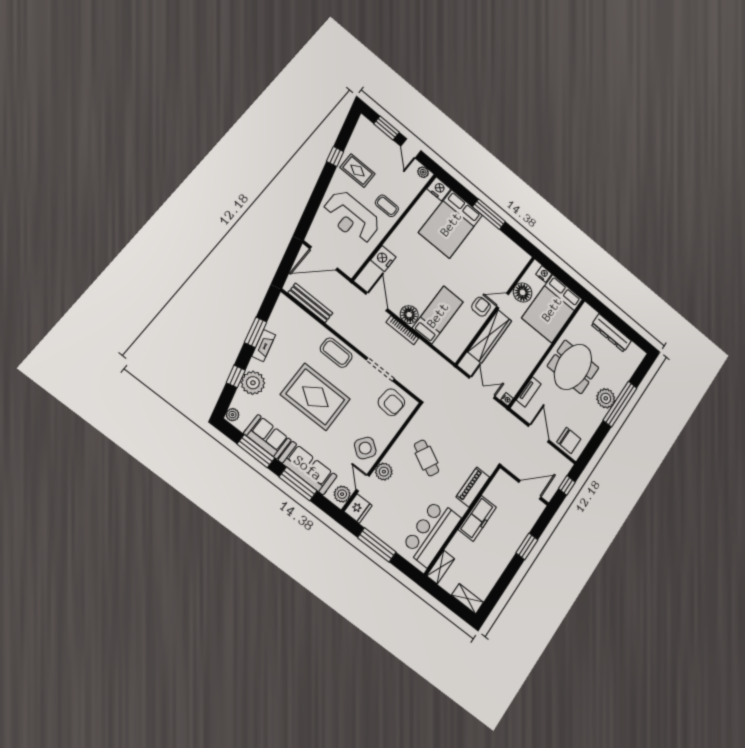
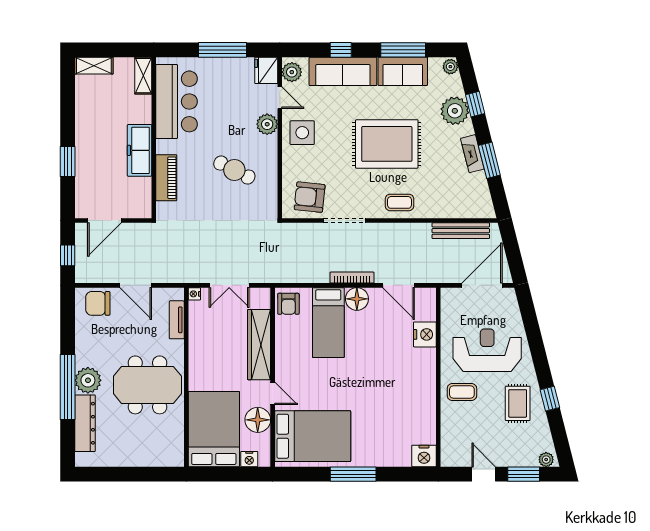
rug: (358, 171) -> (518, 403), turned 90
plant: (423, 172) -> (546, 460), moved
bed: (451, 224) -> (313, 436), moved, turned 90
door: (503, 301) -> (273, 393), hinge flipped
armchair: (481, 307) -> (288, 304), moved
dresser: (611, 333) -> (85, 423), moved, turned 90
coffee table: (336, 353) -> (399, 202), width x0.73, depth x0.77
meeting table: (573, 367) -> (147, 385), turned 90
side table: (365, 448) -> (302, 133), turned -37
window: (298, 484) -> (341, 50), width x0.46

